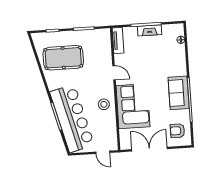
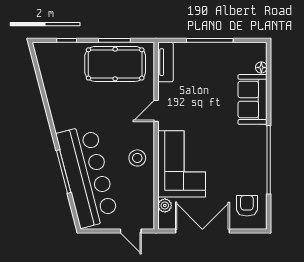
fireplace: (150, 30) -> (215, 50), removed
pool table: (63, 58) -> (115, 64), moved
door: (114, 73) -> (156, 111), swing flipped
sofa: (179, 93) -> (253, 99), moved
armchair: (177, 131) -> (247, 206), turned 90
plant: (124, 134) -> (165, 205), added

